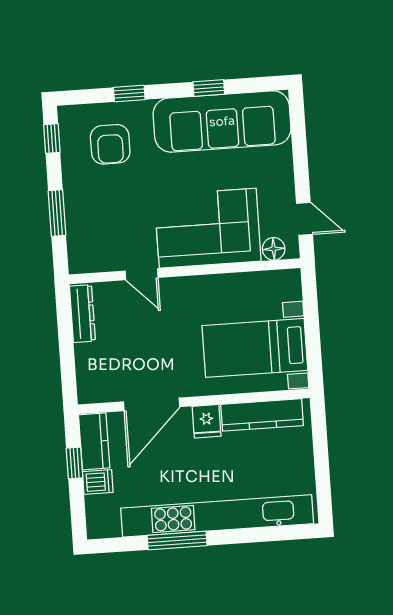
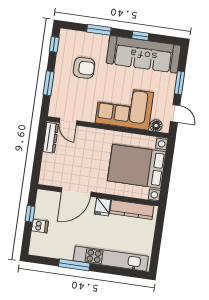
window: (129, 94) -> (99, 30), width x1.50
armchair: (110, 144) -> (84, 68), moved, turned -90
window: (300, 160) -> (180, 83), added
door: (142, 274) -> (68, 122), moved
bed with nightstands: (255, 348) -> (137, 166), width x1.36
kitchen counter: (94, 441) -> (43, 205), removed
kitchen unit: (217, 516) -> (111, 259), width x0.73

